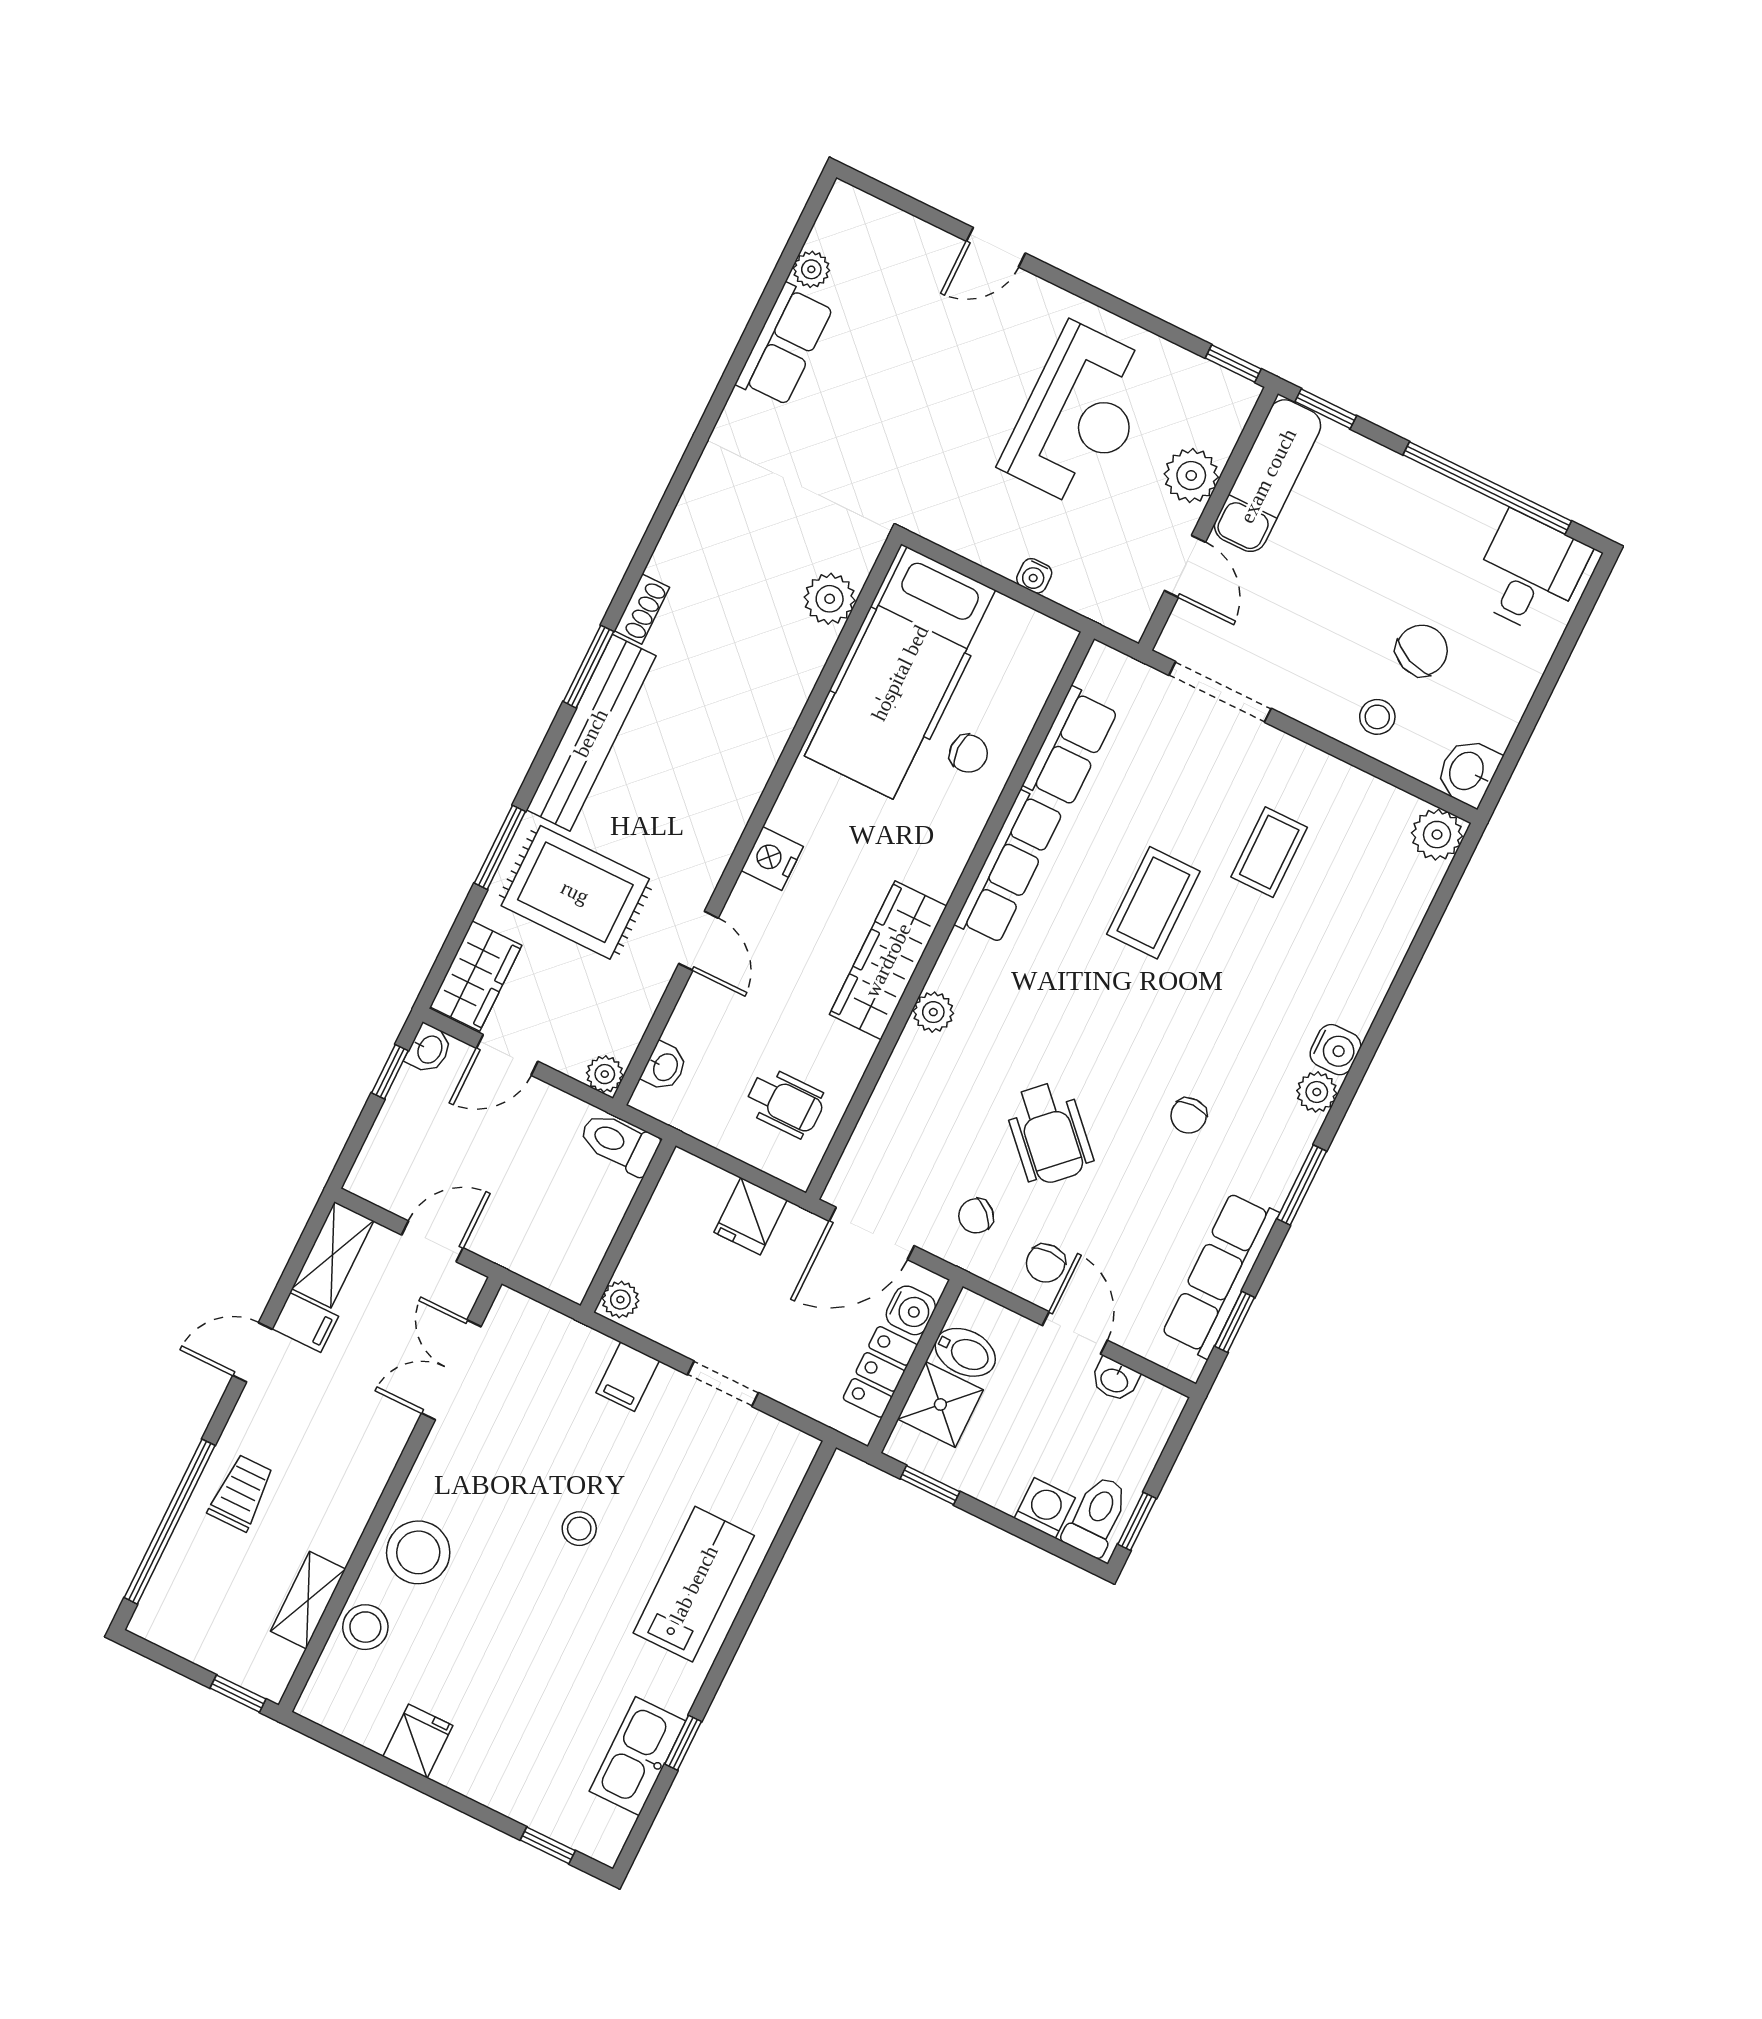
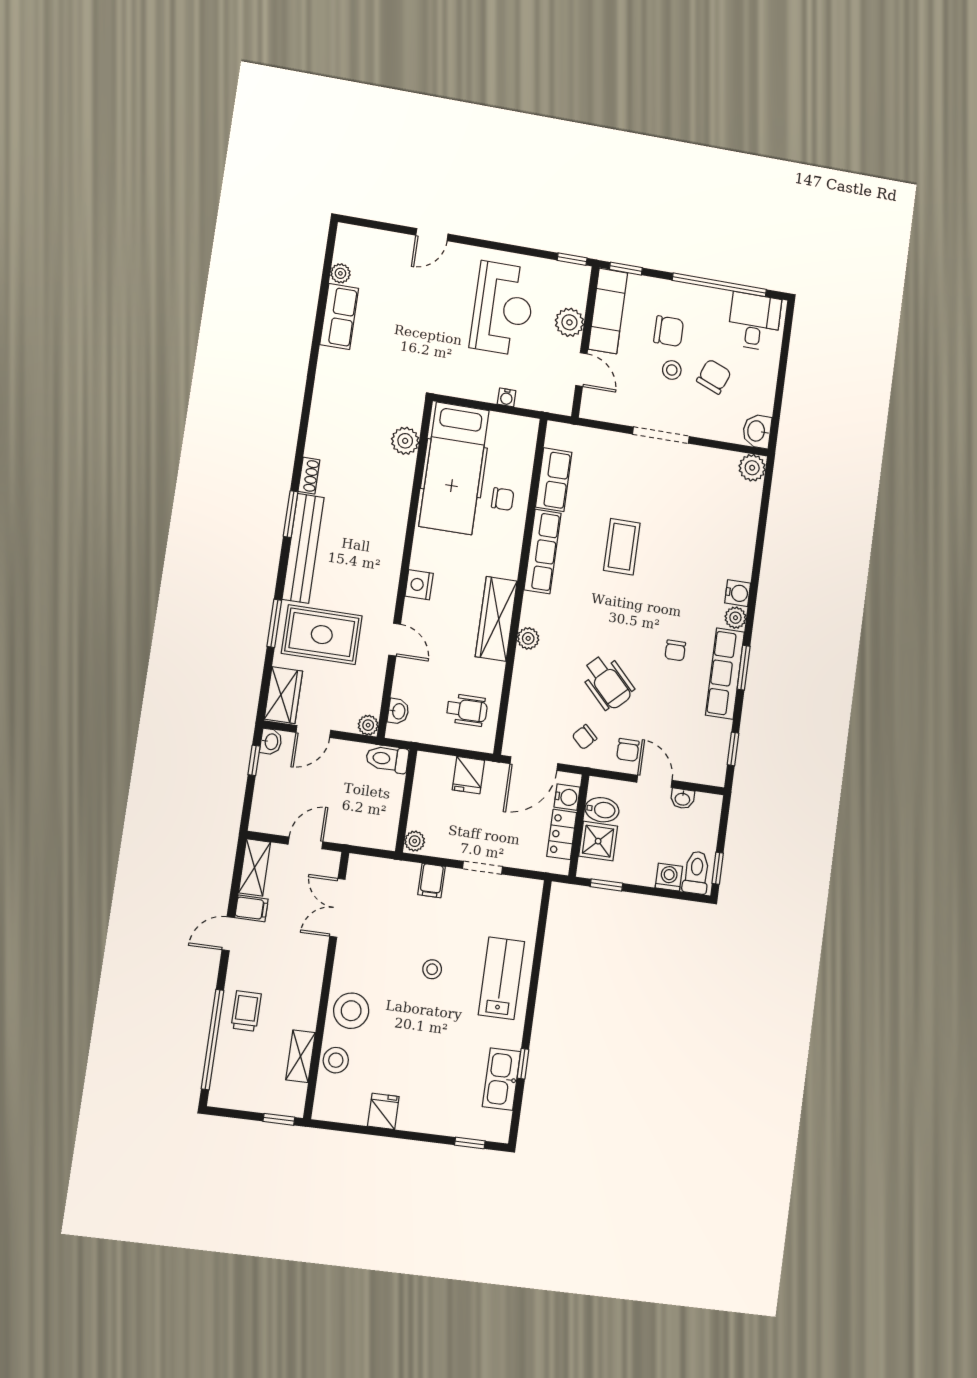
chair: (1366, 544) -> (669, 331), added
doorway: (1220, 692) -> (661, 435), moved
stool: (1377, 717) -> (672, 370), moved
coffee table: (1269, 852) -> (672, 503), removed
row of seats: (1220, 1275) -> (725, 674), moved

